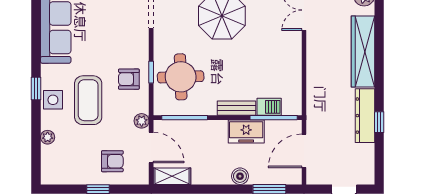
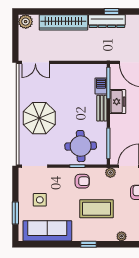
armchair: (129, 79) -> (82, 181), turned -90
side table: (53, 100) -> (40, 200), moved

